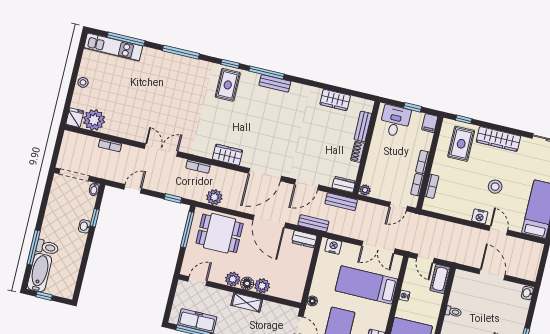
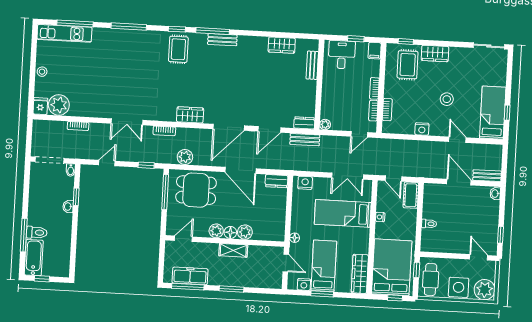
wardrobe: (498, 139) -> (435, 54), width x0.67
double door: (161, 150) -> (127, 122), swing flipped
shoe rack: (358, 152) -> (312, 90), removed
nightstand: (480, 216) -> (422, 129), moved
bench: (313, 223) -> (487, 176), moved

